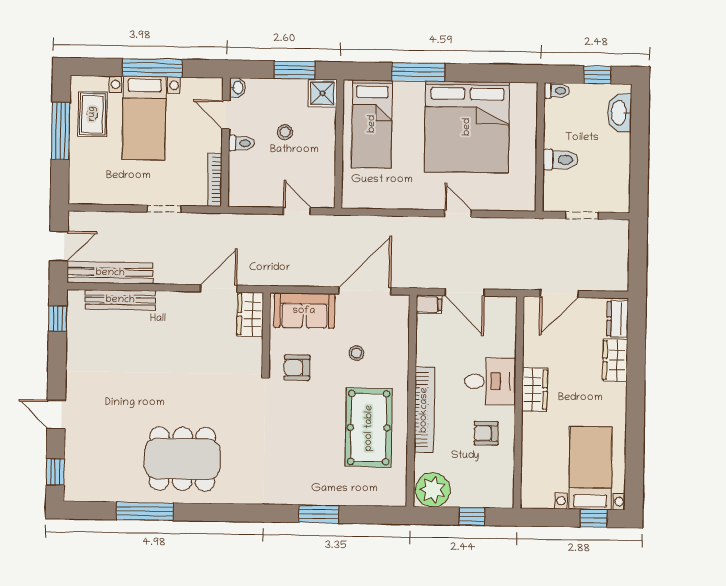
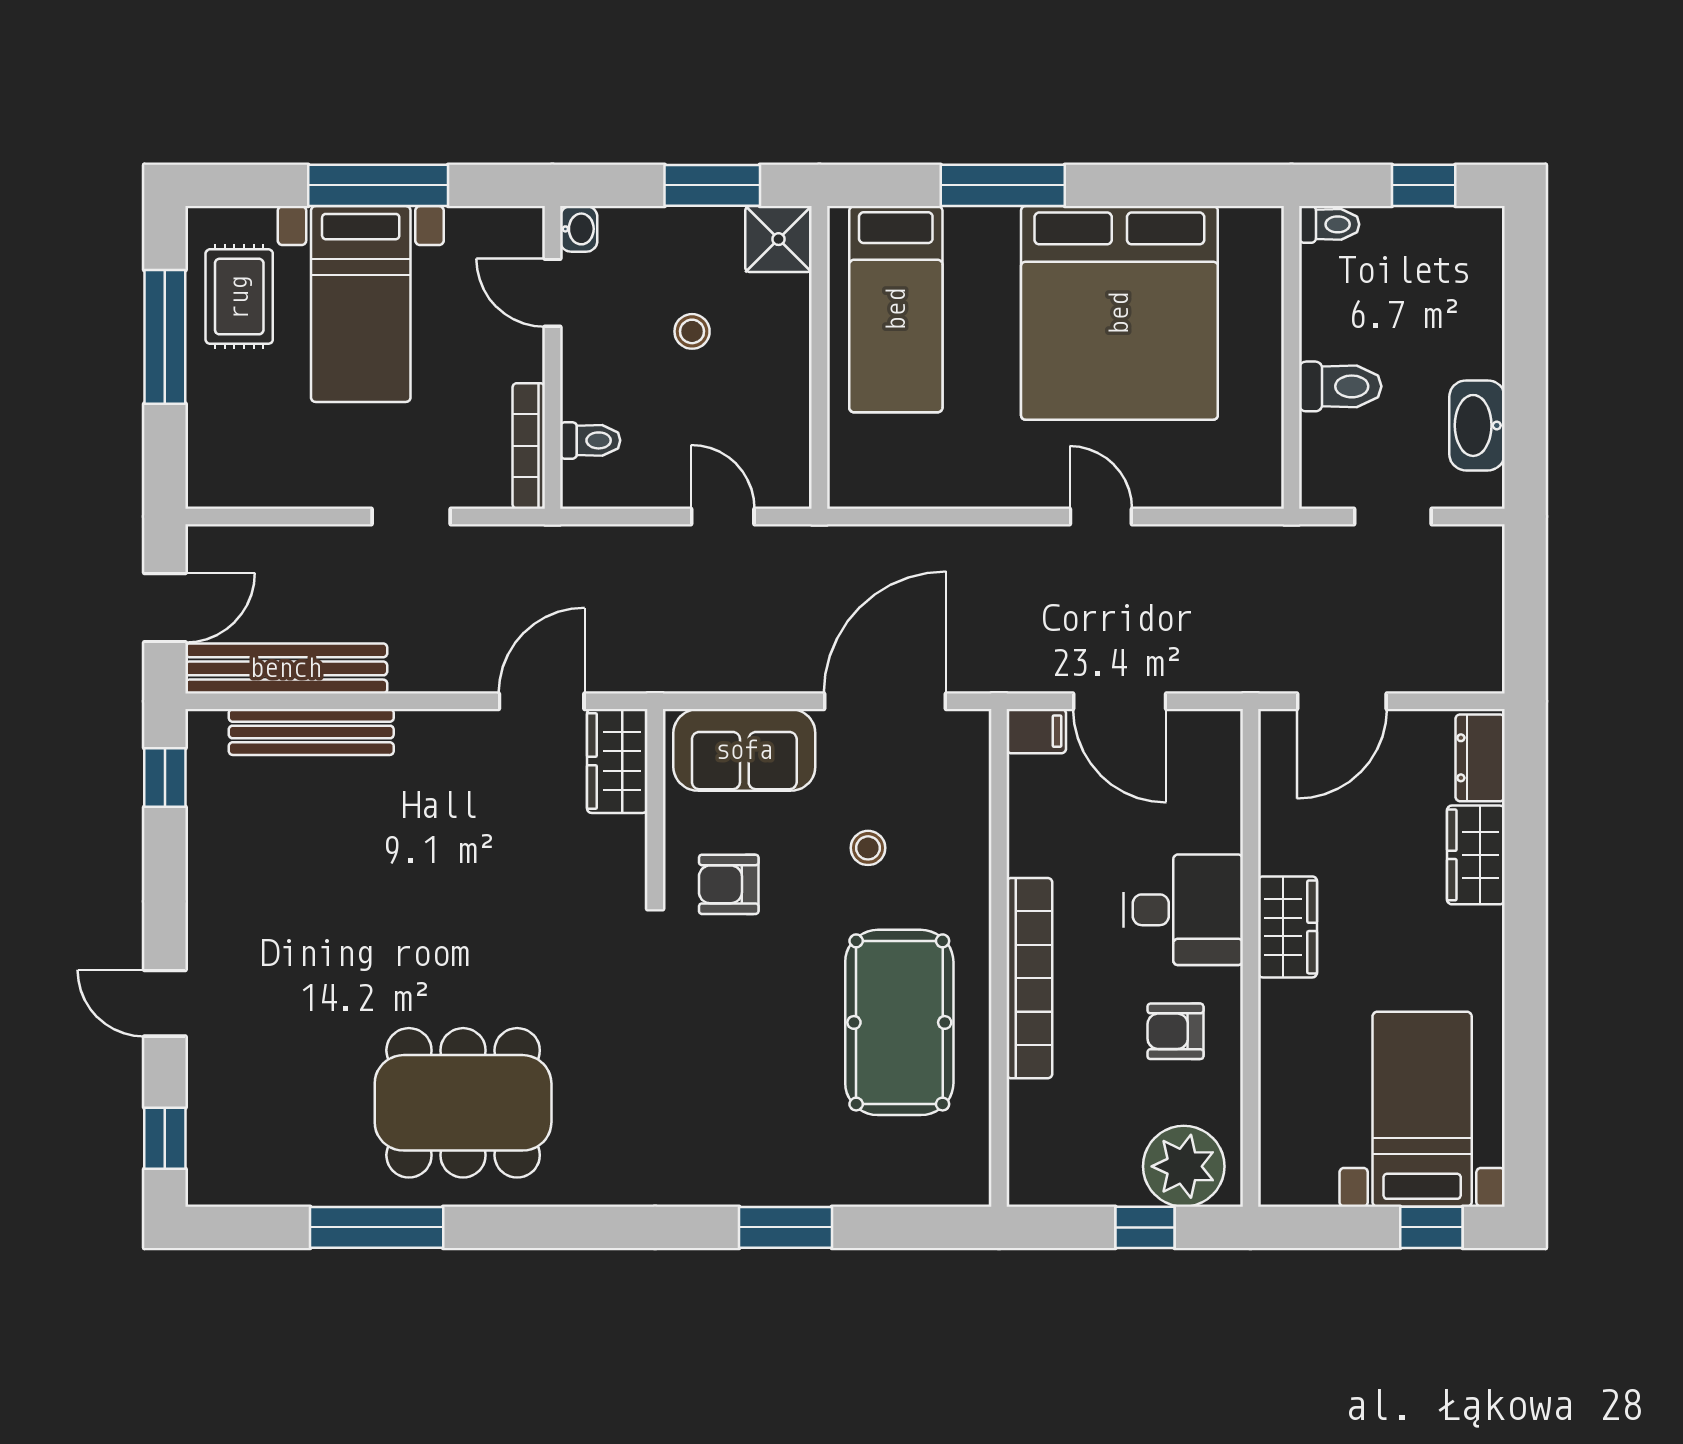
washbasin: (620, 113) -> (1477, 425), moved
toilet: (241, 143) -> (590, 440), moved
plant: (433, 490) -> (1184, 1166), moved

